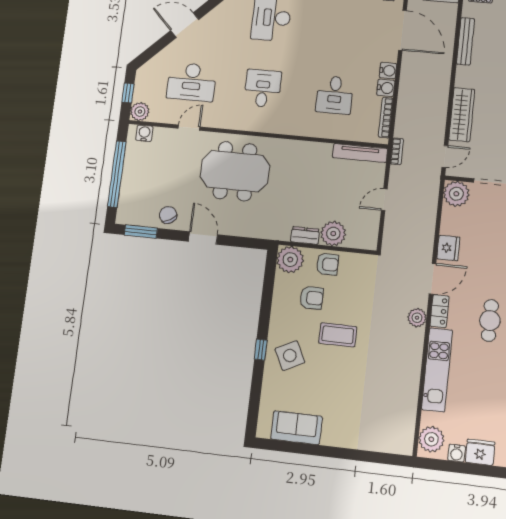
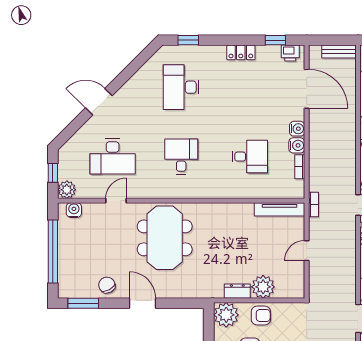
desk: (335, 95) -> (250, 157), turned -90
bookcase: (386, 118) -> (300, 167), width x0.64
meeting table: (235, 171) -> (165, 238), turned 90

